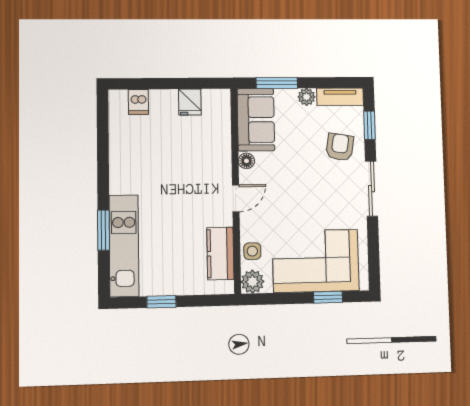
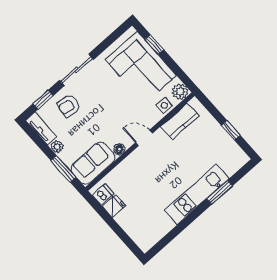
dishwasher: (138, 102) -> (103, 194), moved
kitchen unit: (124, 246) -> (197, 194), moved

